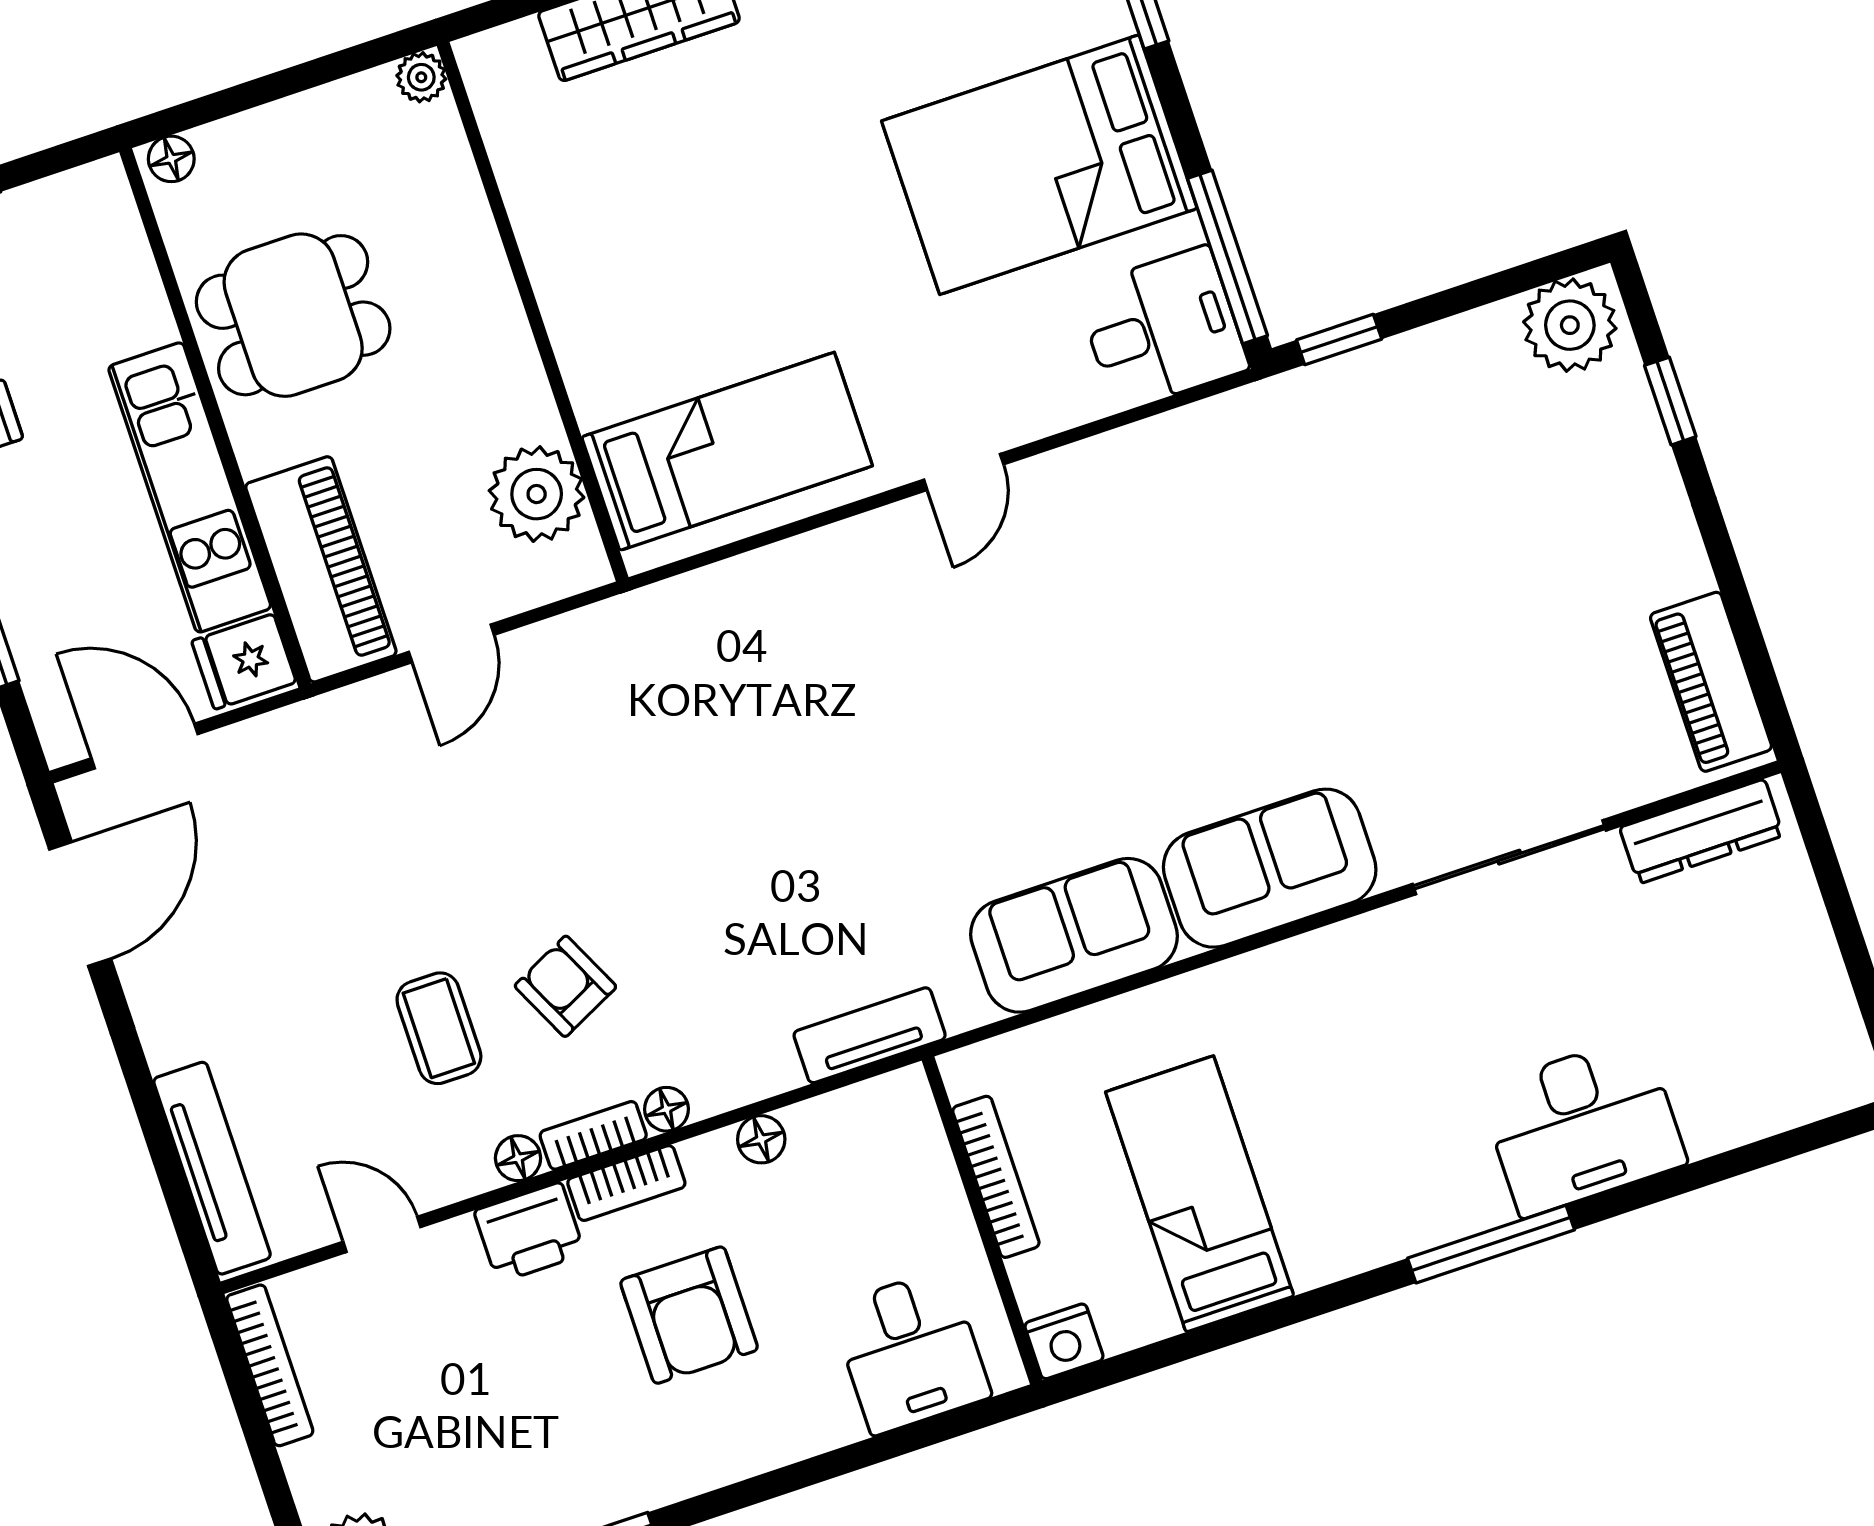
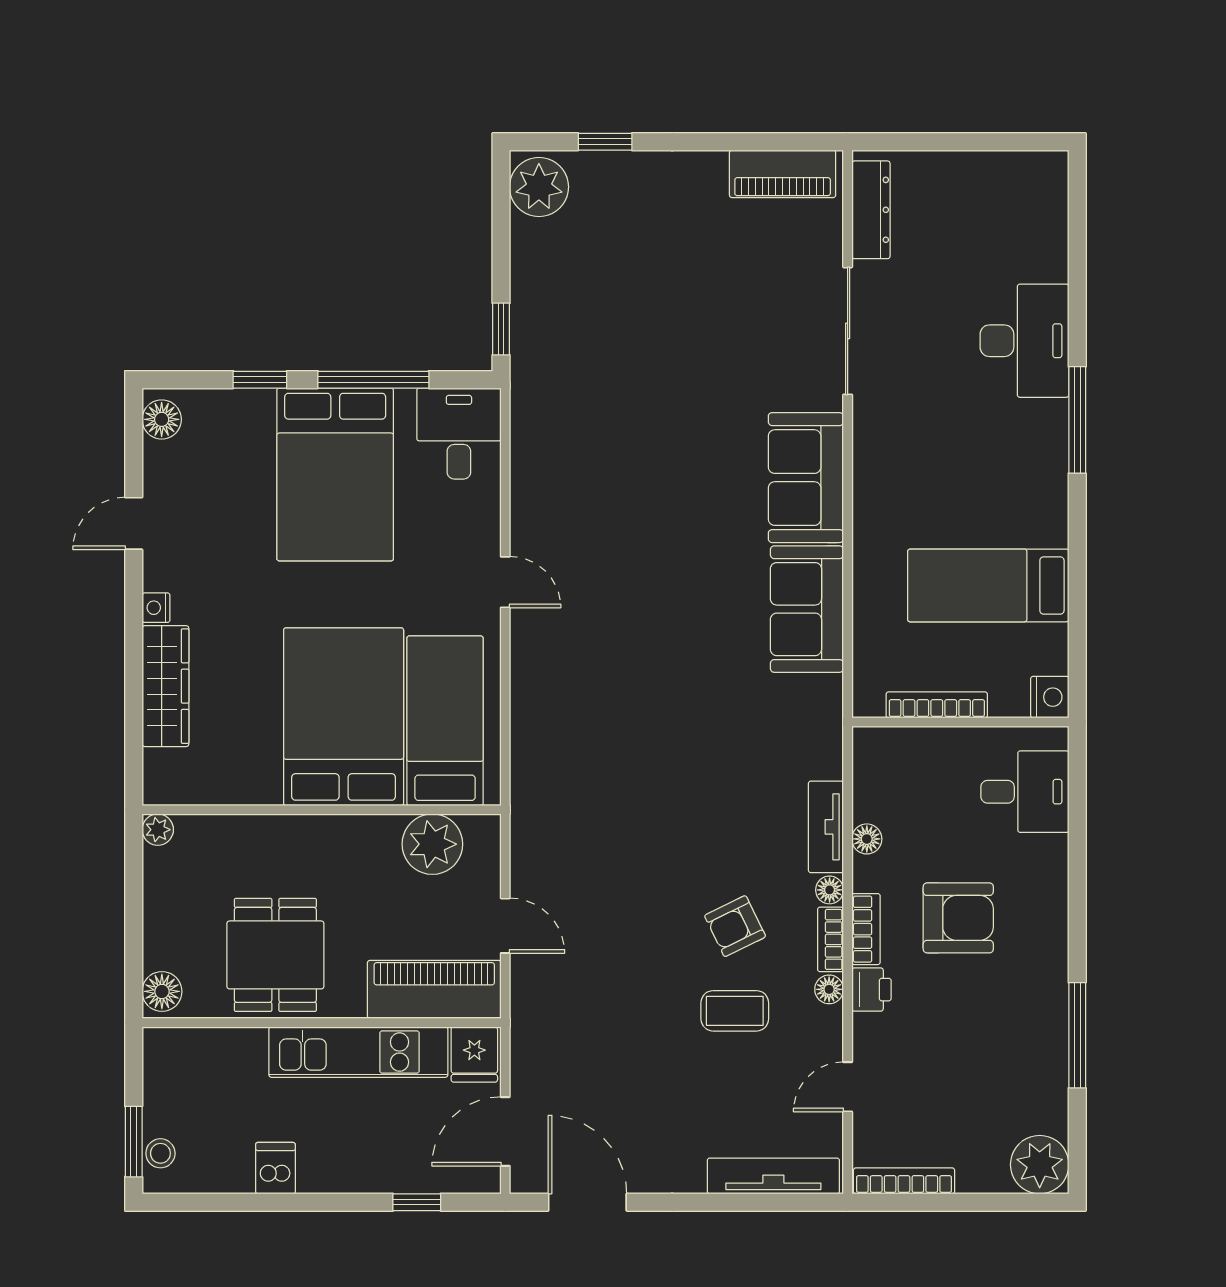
floor lamp: (171, 159) -> (162, 991), width x1.37, depth x1.37
window: (1227, 257) -> (373, 380), moved
bed: (682, 298) -> (344, 717), added
tv unit: (870, 1035) -> (826, 827), moved
printer: (529, 1232) -> (871, 990), width x0.73, depth x0.81

